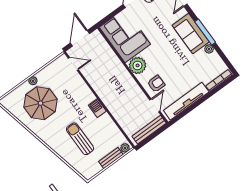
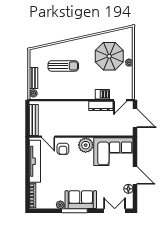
dresser: (91, 78) -> (101, 106), added
barbecue: (97, 108) -> (102, 94), moved

